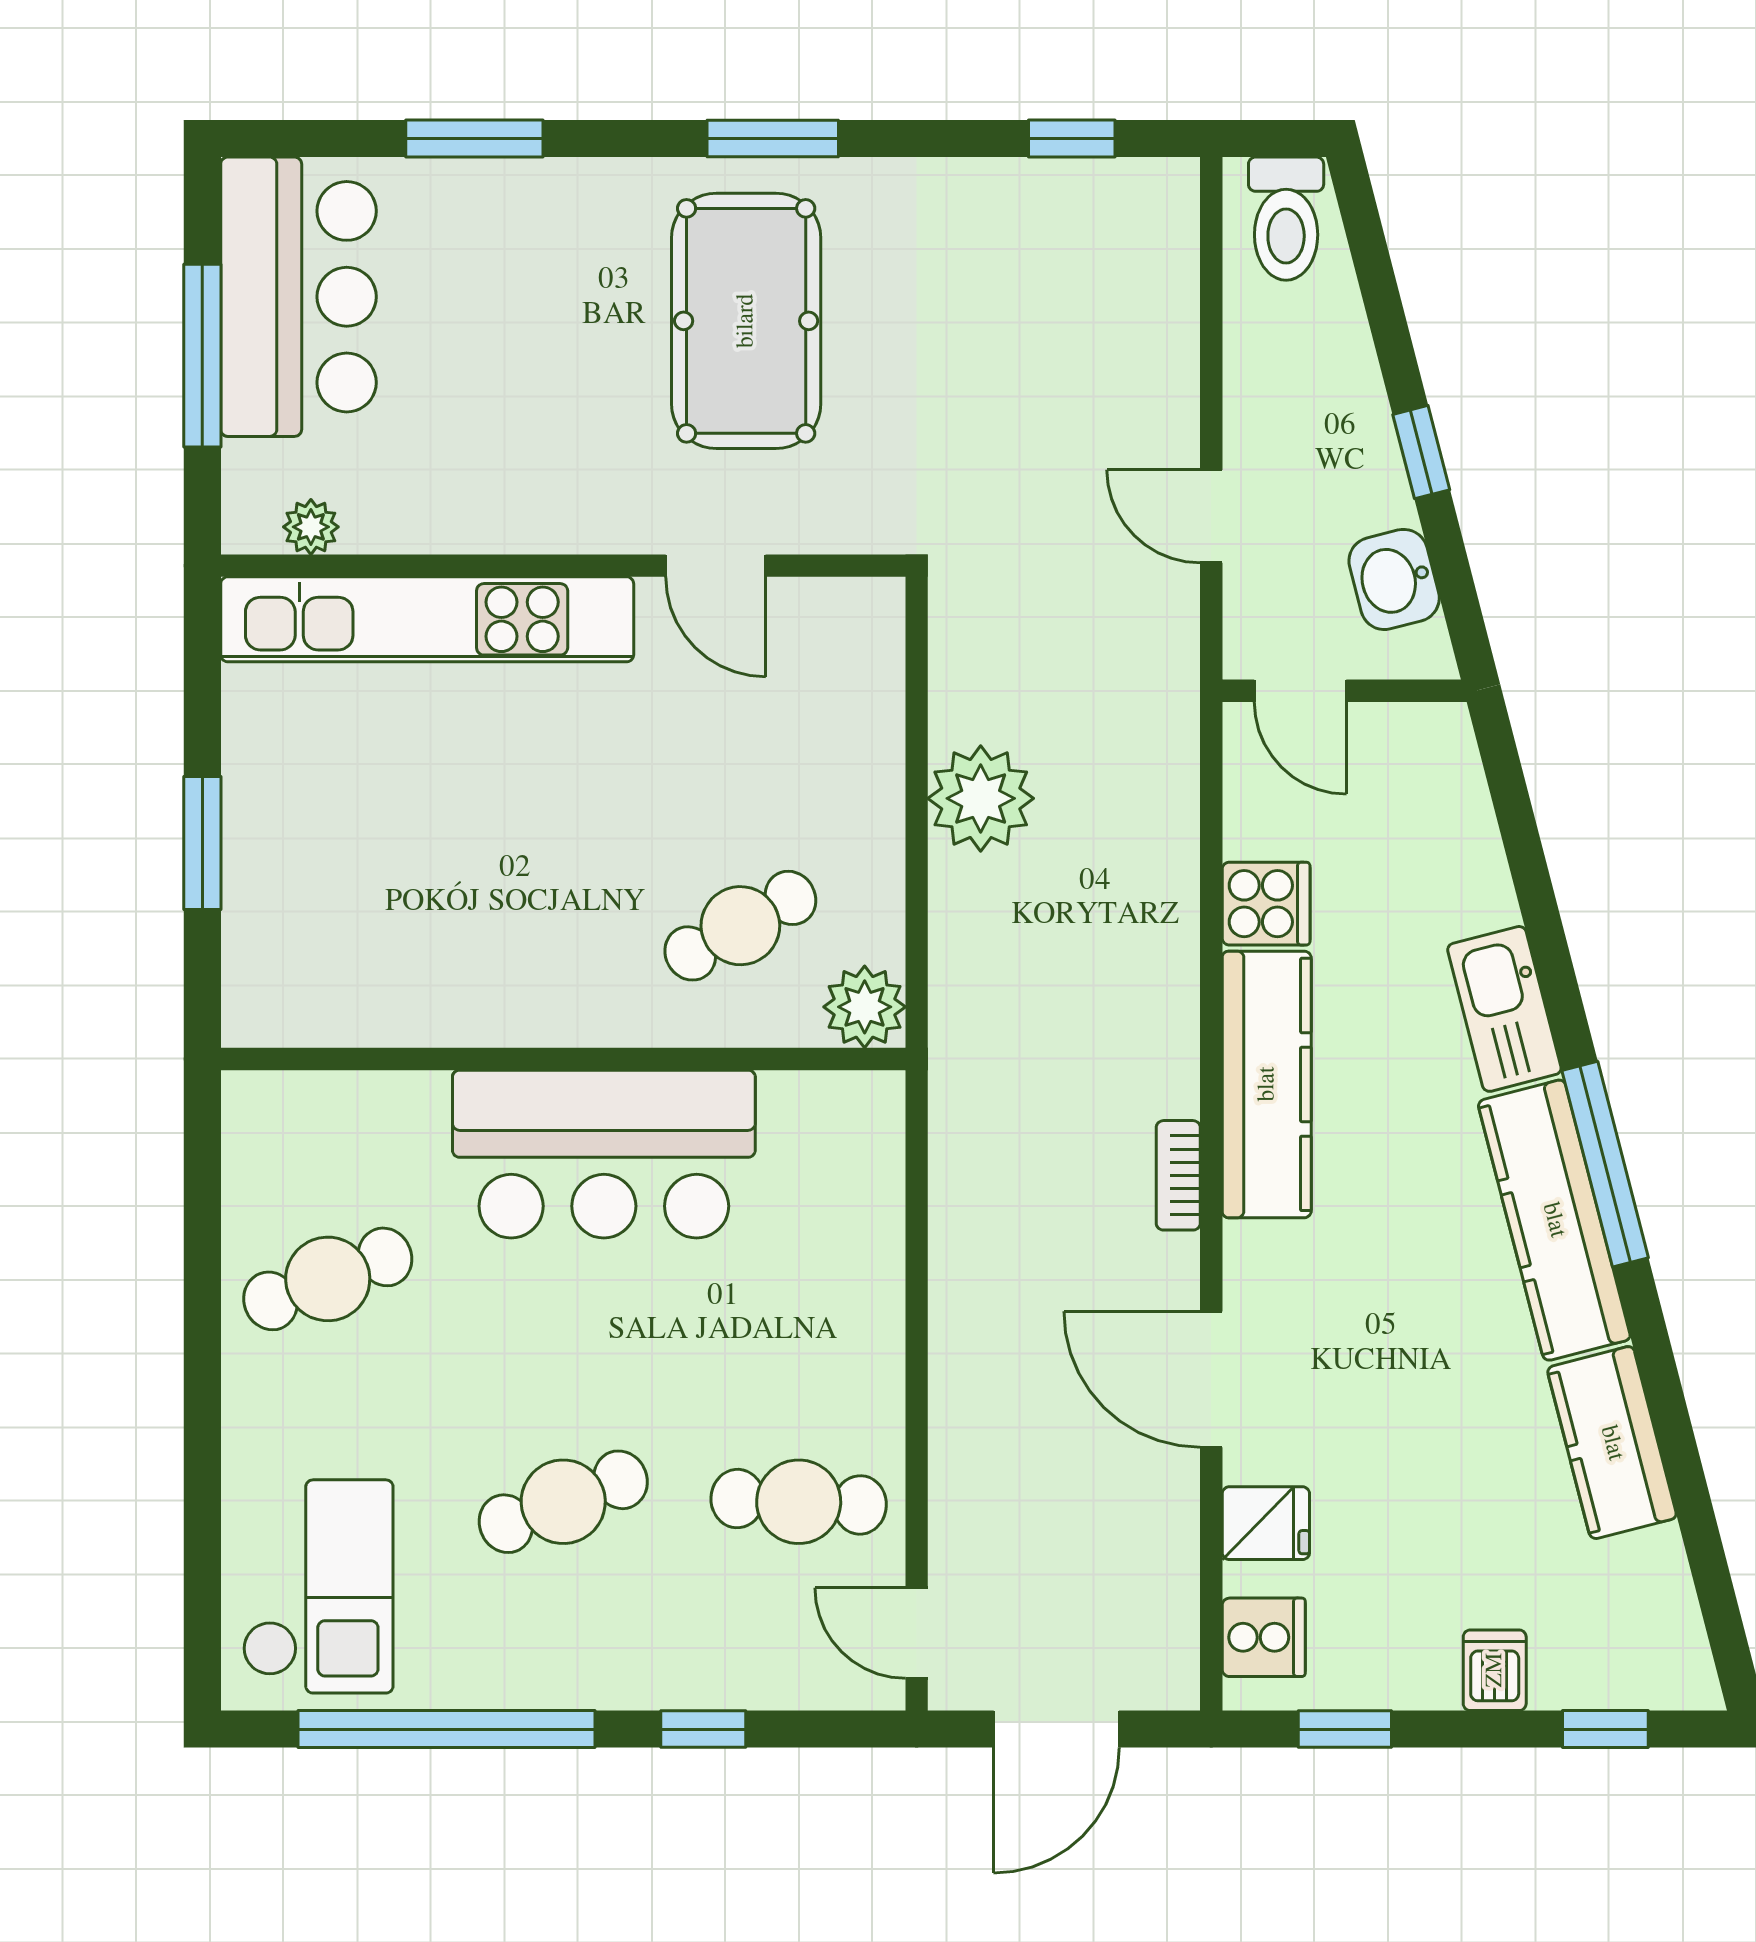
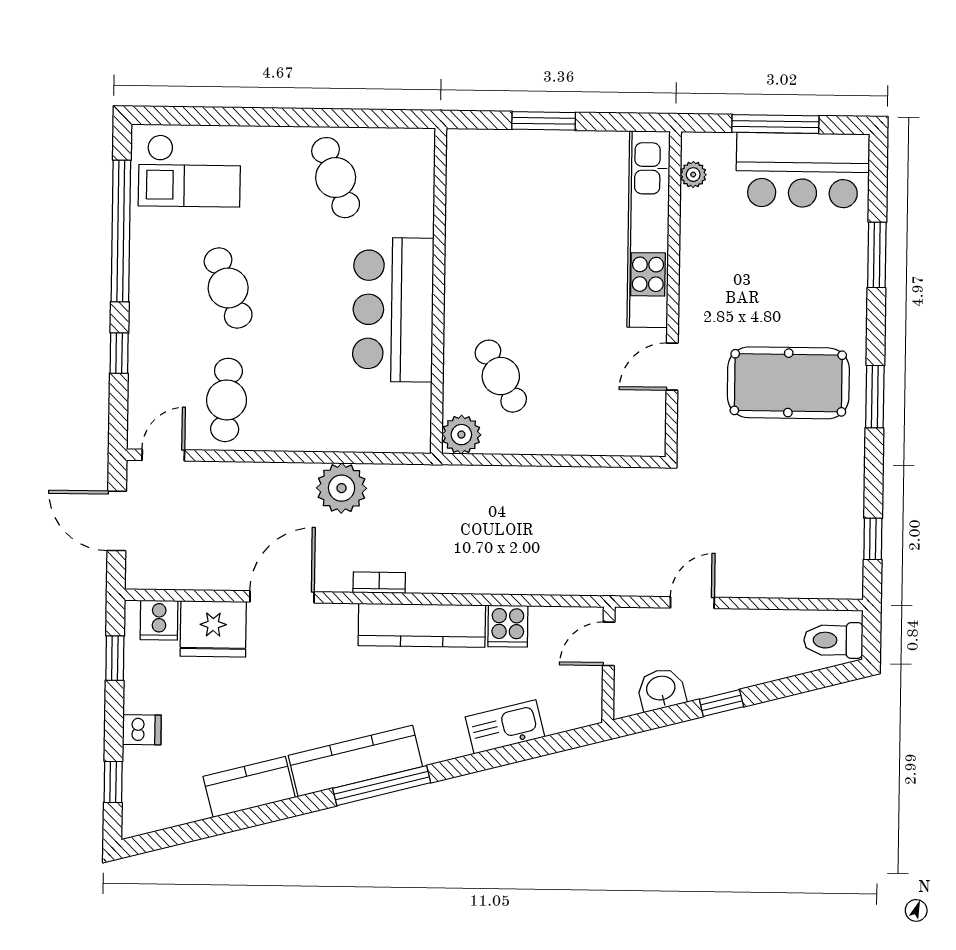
plant: (981, 798) -> (342, 488), moved
kitchen sink: (1504, 1009) -> (505, 727), moved
fridge: (1266, 1523) -> (213, 629), width x1.88, depth x1.34

